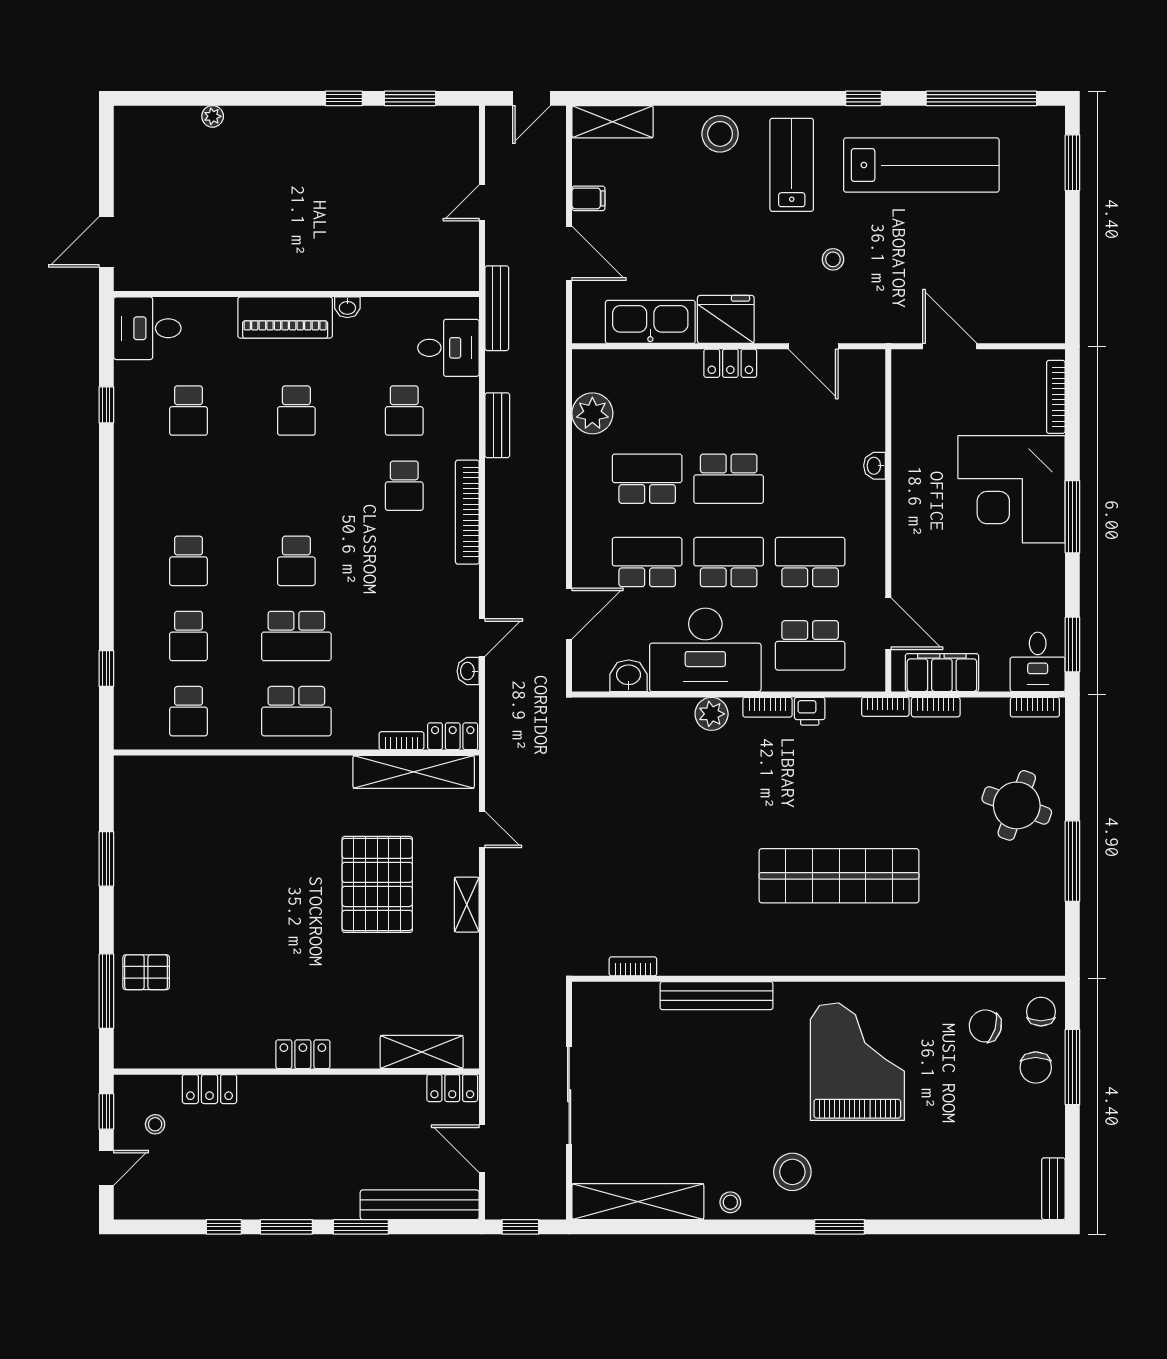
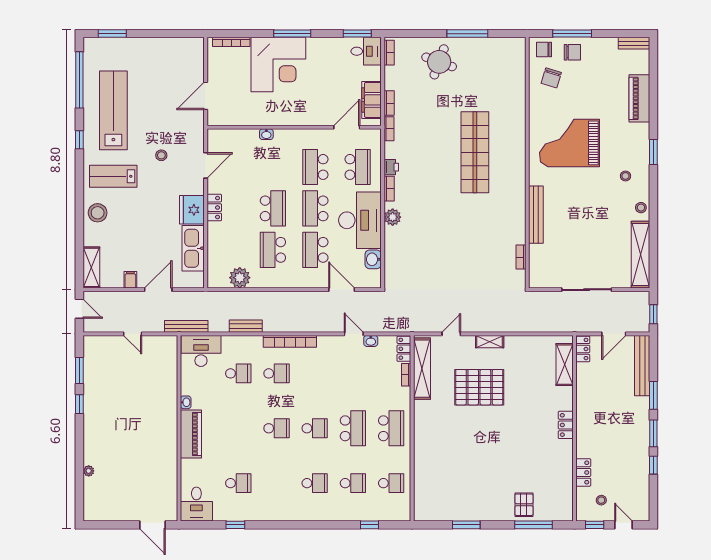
desk: (448, 348) -> (201, 351), width x1.37
school desk: (296, 411) -> (276, 428), moved
stool: (792, 1172) -> (625, 176), width x0.53, depth x0.53
piano: (945, 1199) -> (639, 98), added

